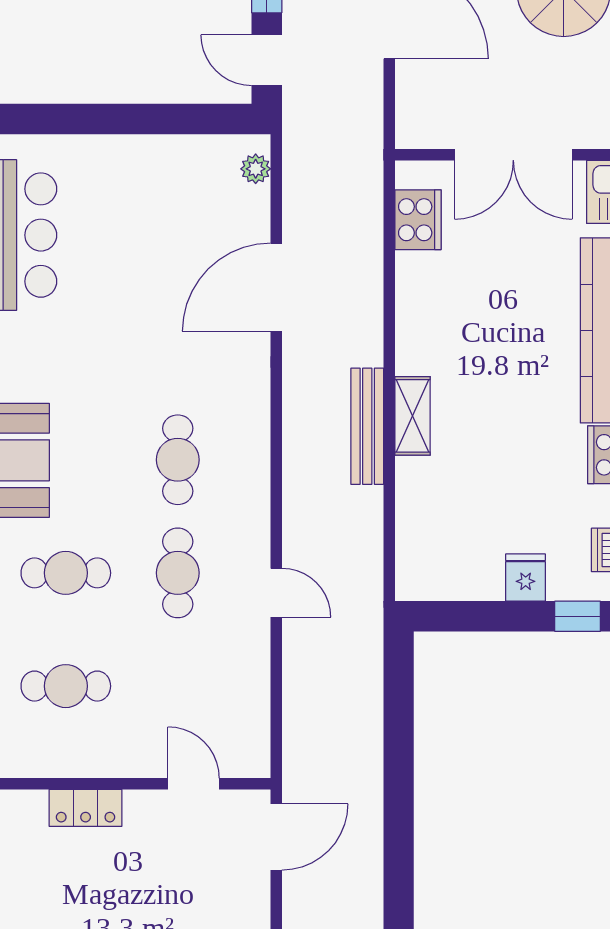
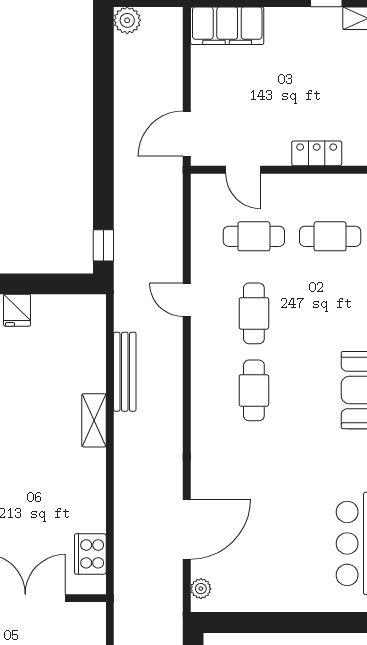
door: (276, 287) -> (187, 529), moved
bench: (367, 426) -> (125, 372), moved
cafe table: (66, 573) -> (254, 236), moved
window: (399, 673) -> (103, 245), added

